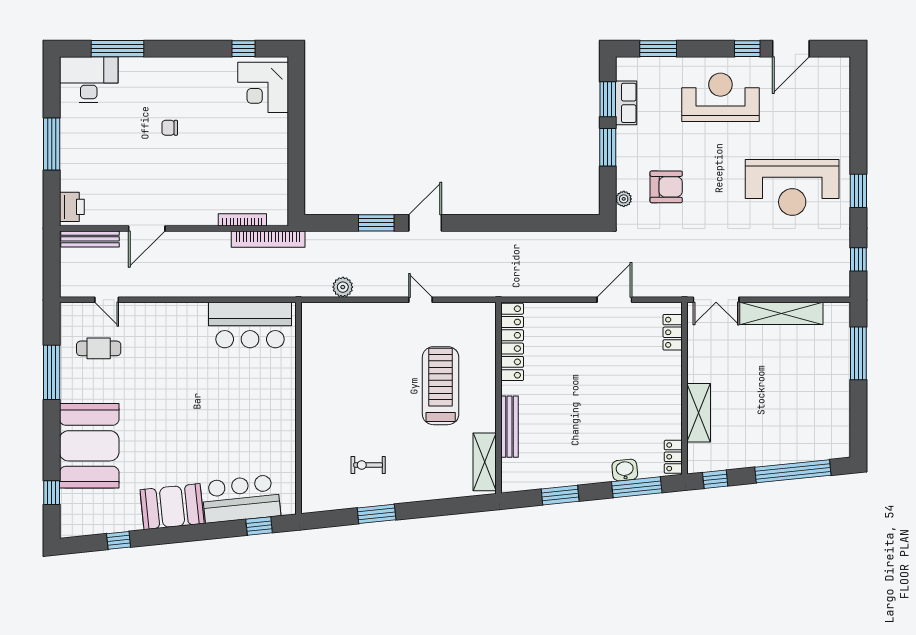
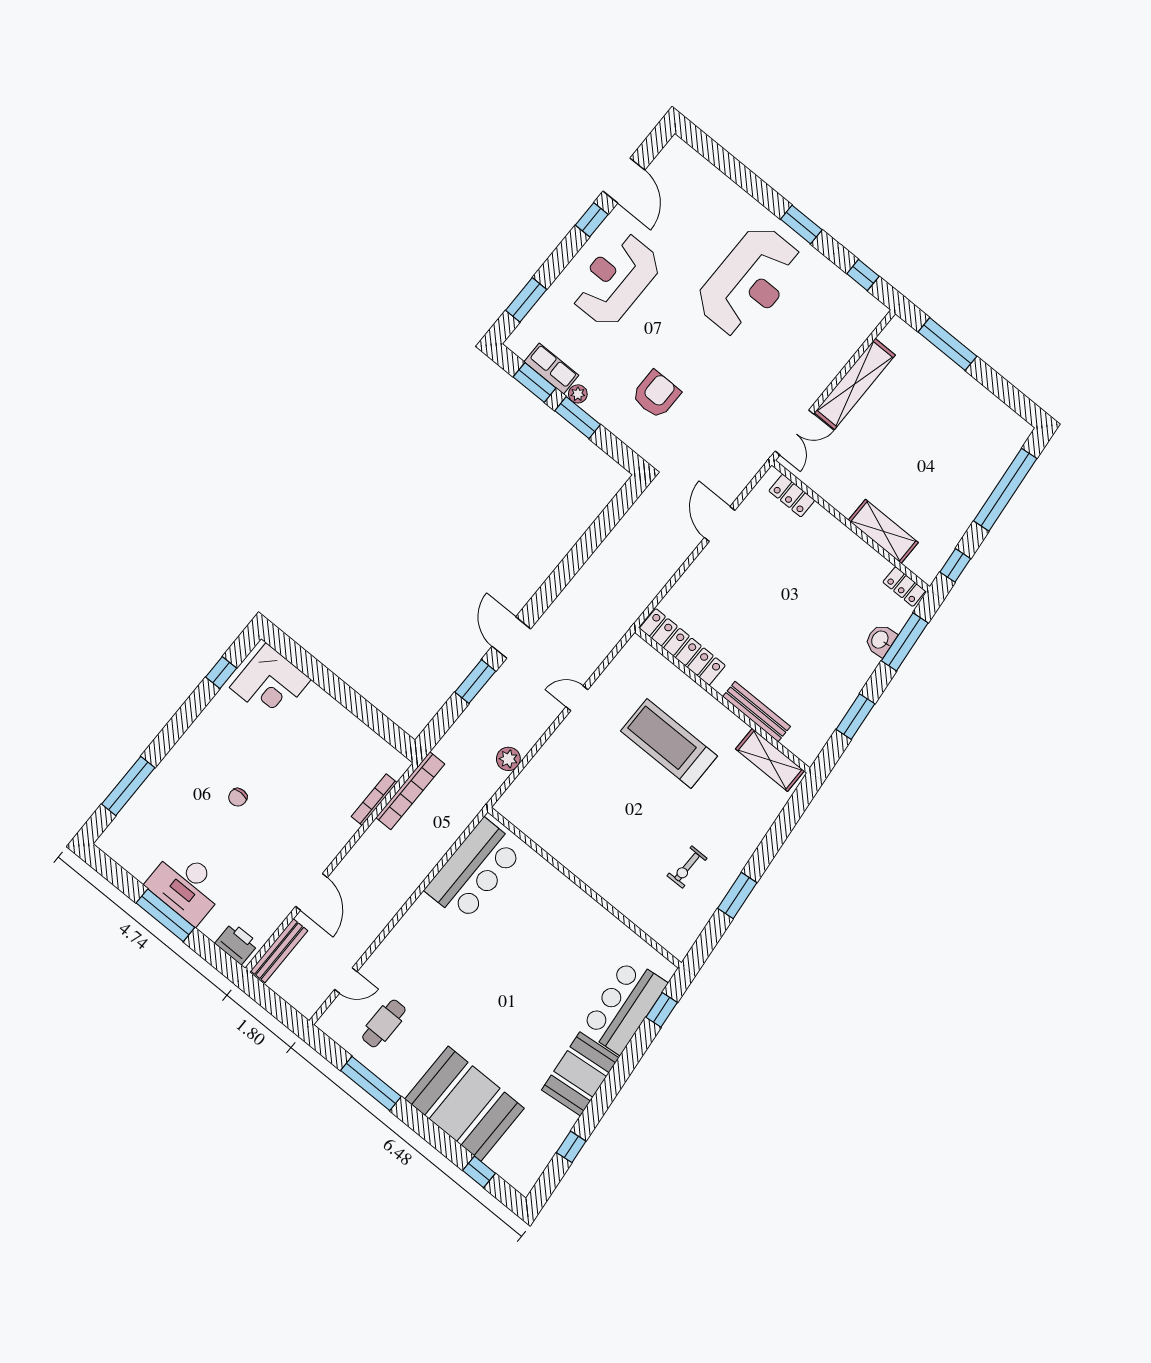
desk: (89, 80) -> (186, 886), moved, turned -90
plant: (624, 199) -> (578, 394), moved

